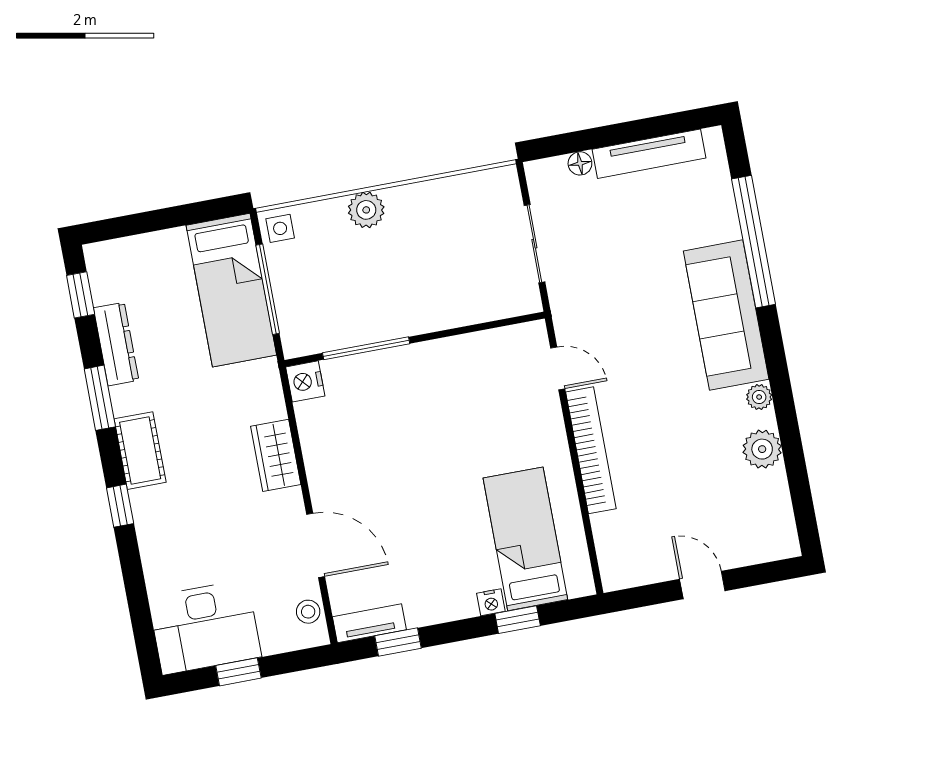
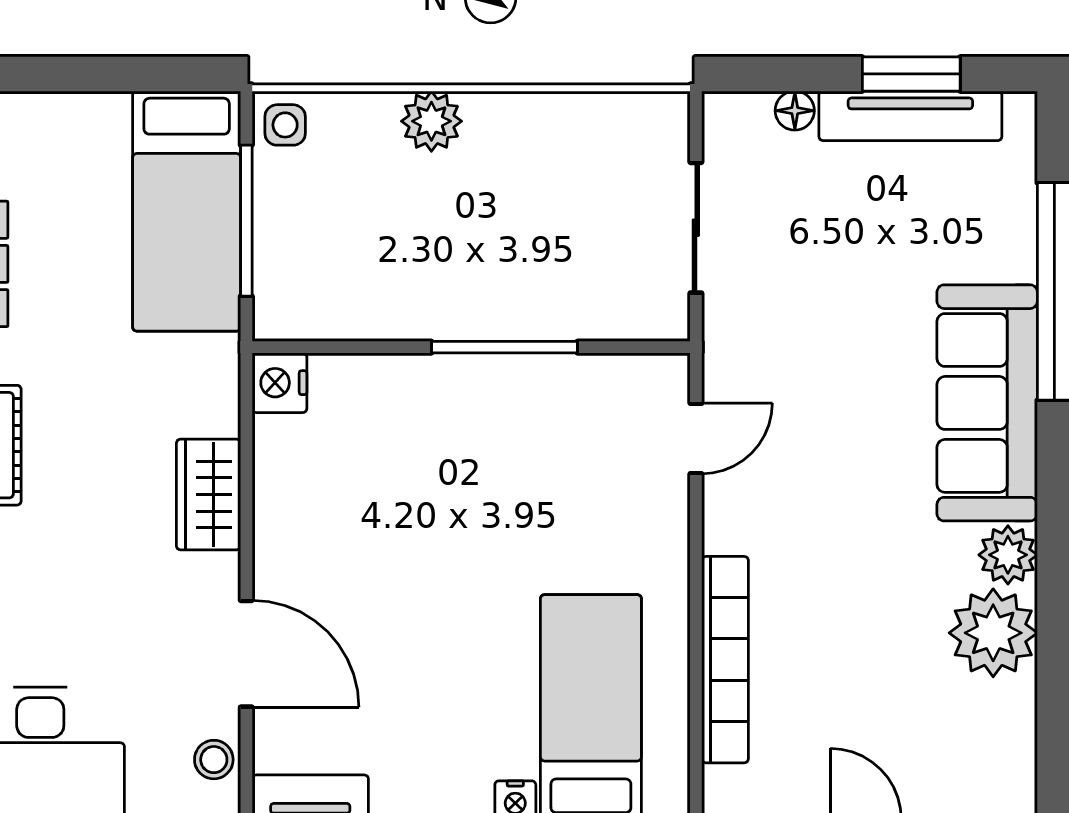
window: (645, 129) -> (911, 74), added
window: (366, 348) -> (504, 347), moved
door: (558, 368) -> (696, 438), hinge flipped
plant: (759, 397) -> (1008, 555), width x1.38, depth x1.38
plant: (762, 449) -> (993, 633), width x1.36, depth x1.36
bookcase: (591, 450) -> (725, 660), moved

